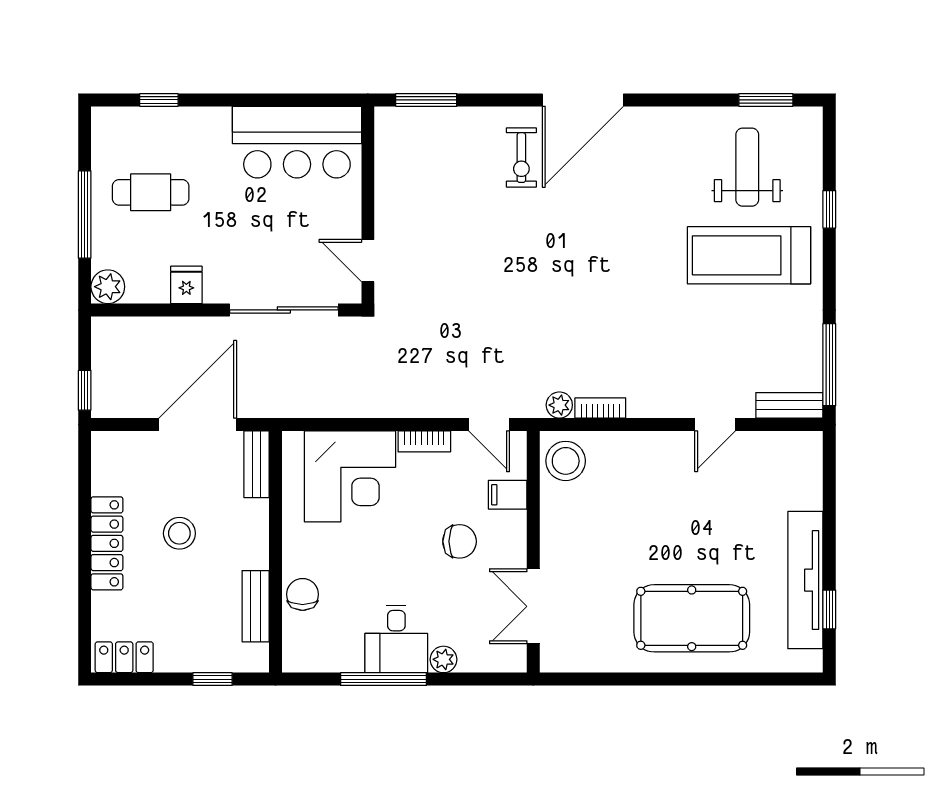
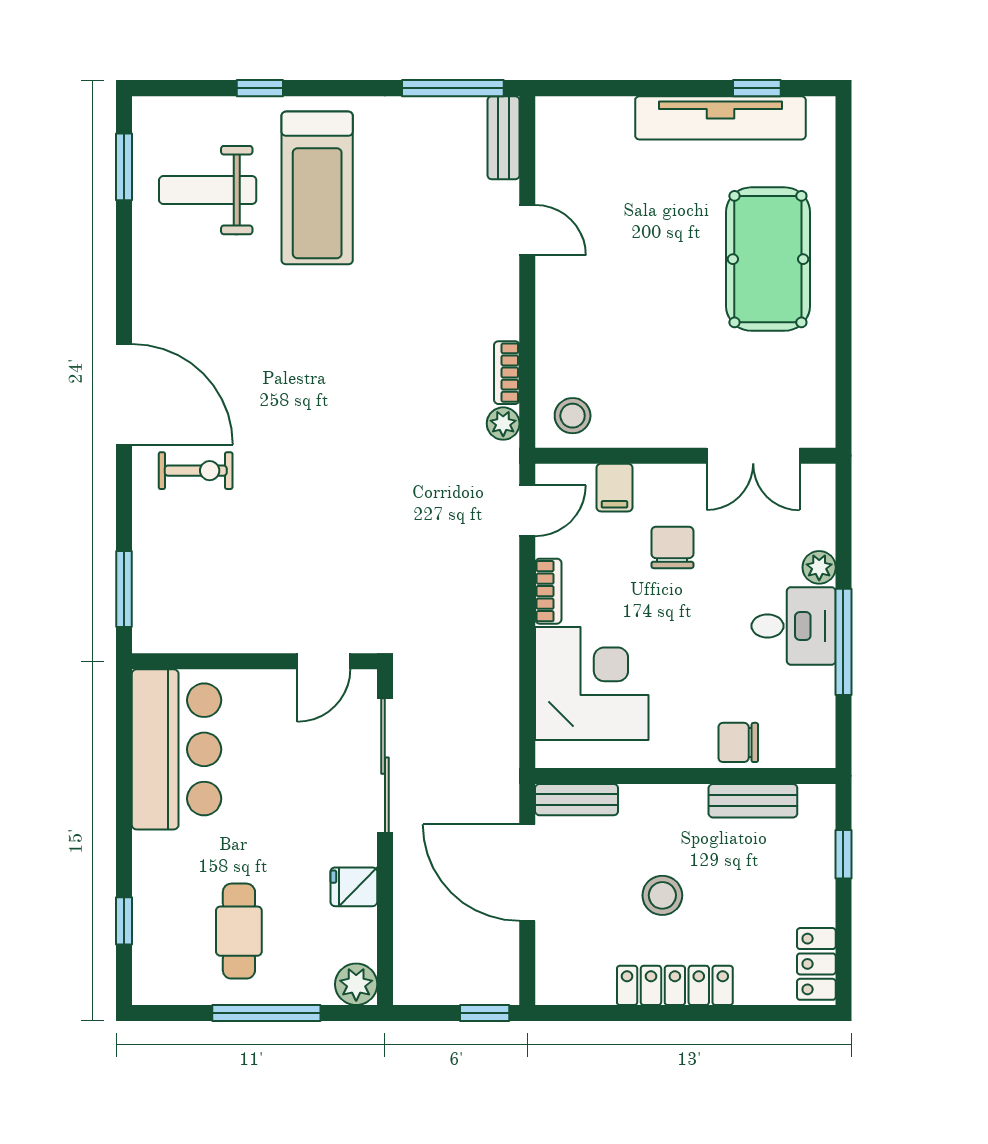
stool: (566, 461) -> (573, 416), width x0.73, depth x0.73

